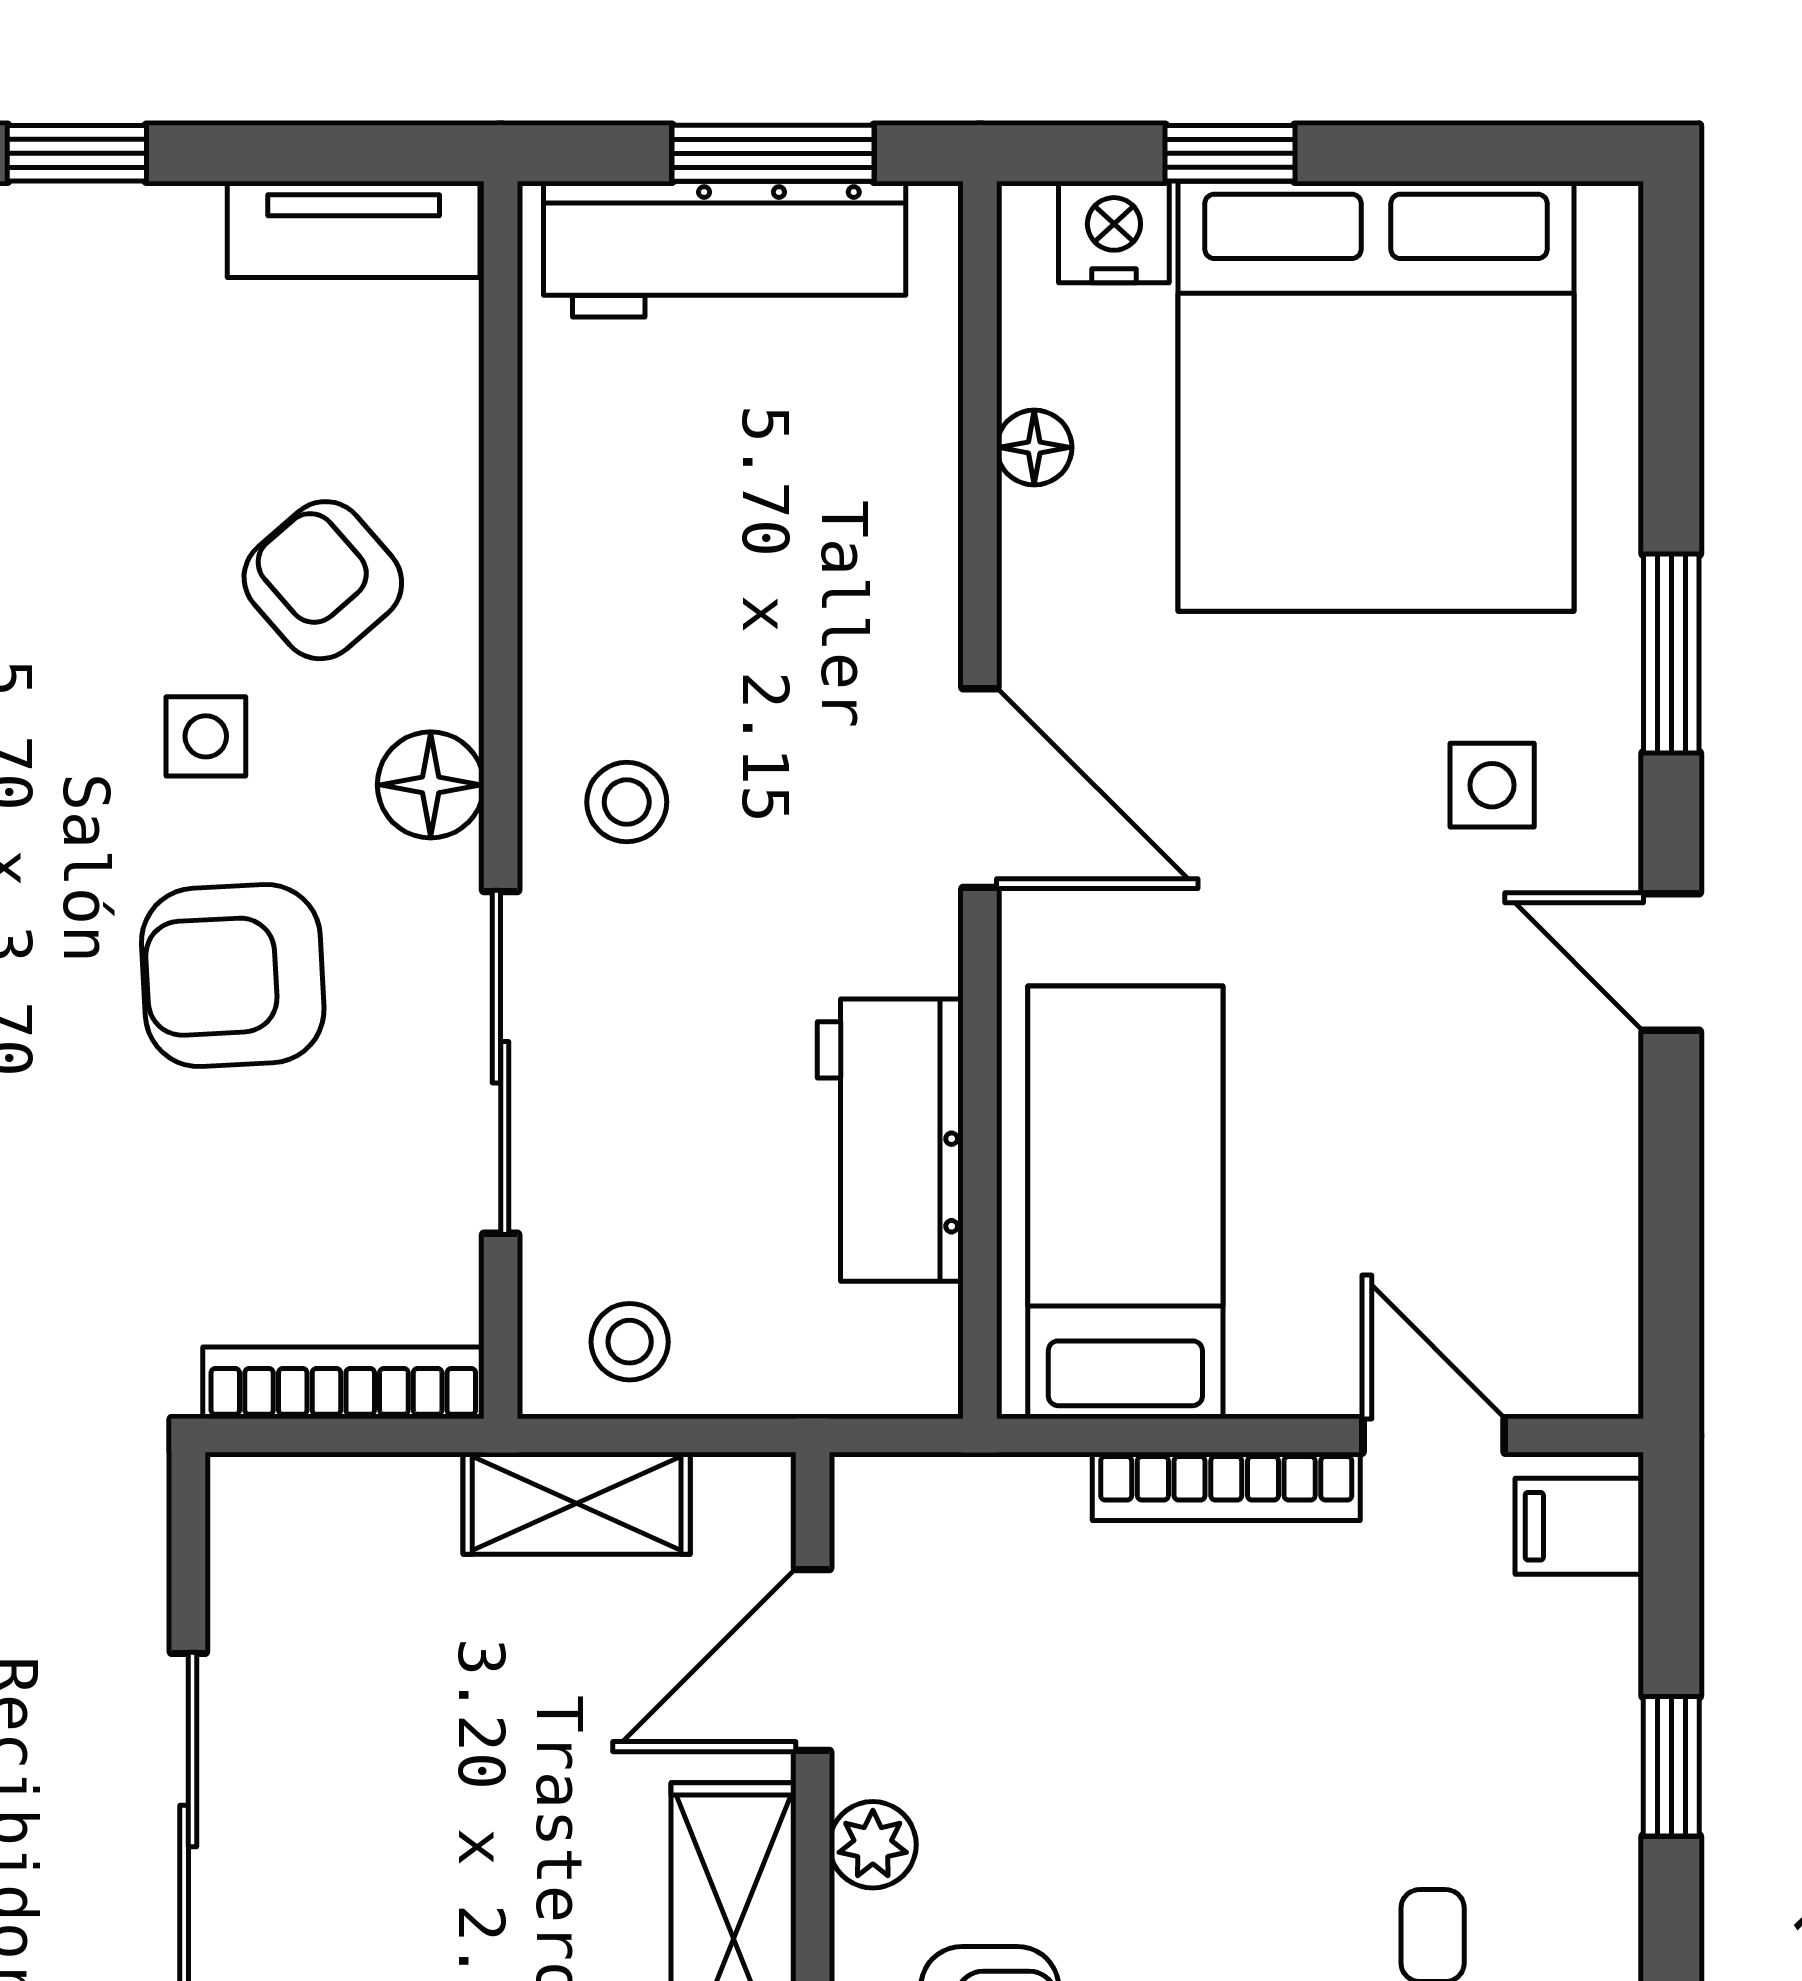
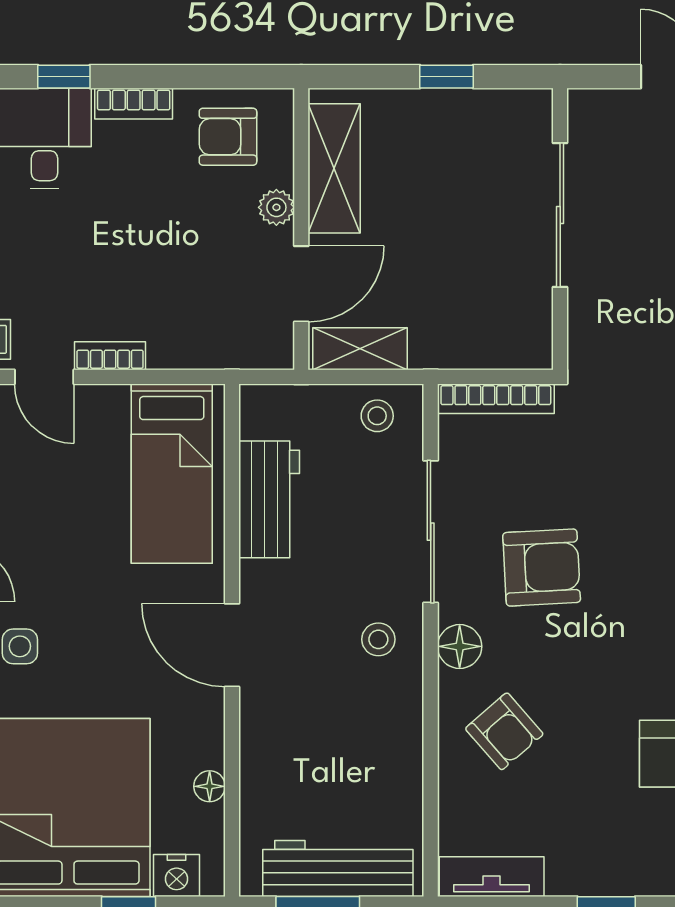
side table: (206, 736) -> (553, 667), removed
bookcase: (1226, 1486) -> (110, 356), width x0.64
shelving: (577, 1503) -> (360, 349), moved

